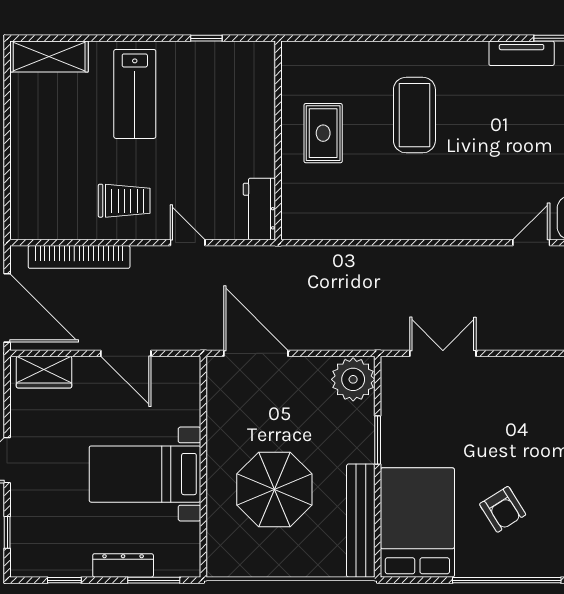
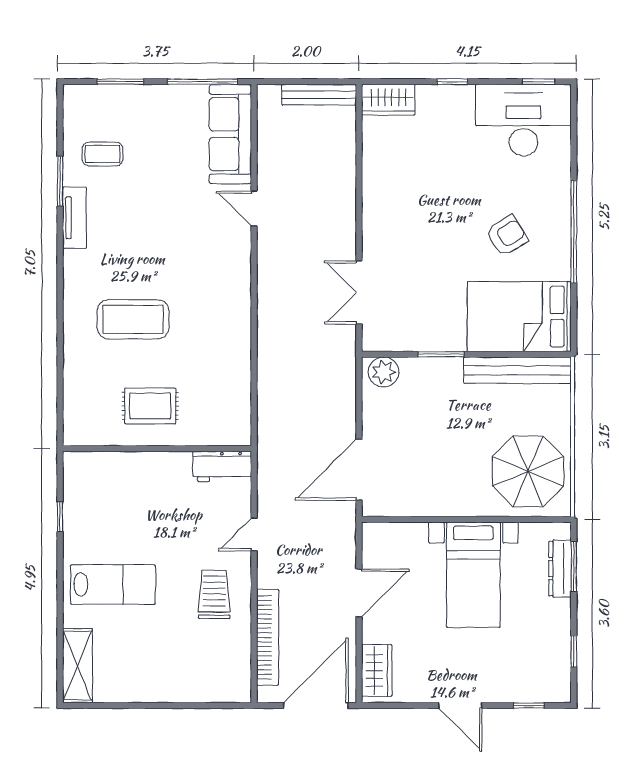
plant: (353, 379) -> (384, 372), width x0.73, depth x0.73
parasol: (274, 489) -> (528, 471), moved
dresser: (123, 565) -> (560, 569), moved

